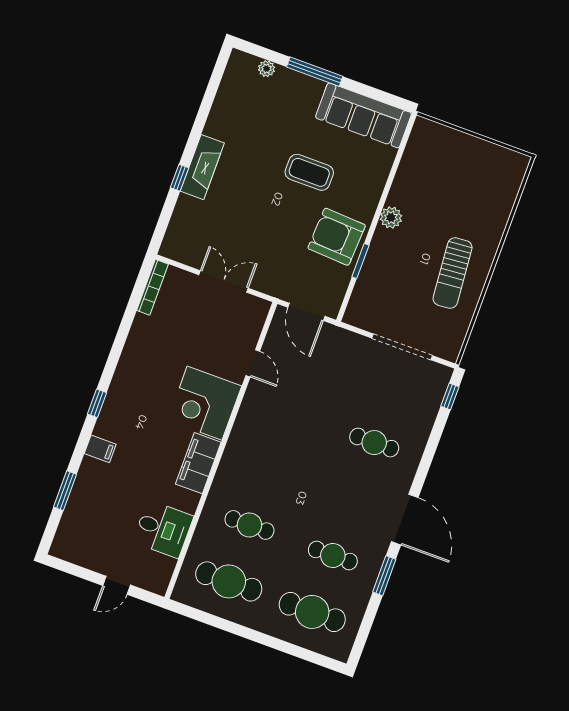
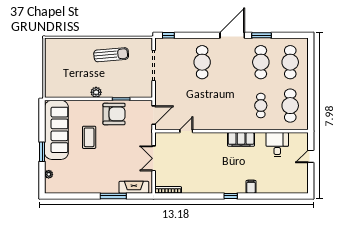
window: (315, 72) -> (42, 152), width x0.69
sofa: (363, 115) -> (56, 130), width x1.36, depth x1.27
fireplace: (202, 167) -> (134, 187), moved
window: (180, 178) -> (113, 196), width x2.17
armchair: (337, 237) -> (114, 114), turned -93
corner desk: (205, 403) -> (213, 147), removed
cafe table: (374, 443) -> (202, 62), width x1.37, depth x1.35
window: (65, 491) -> (276, 196), removed
cafe table: (333, 555) -> (261, 62), width x1.37, depth x1.35
door: (117, 585) -> (311, 156), swing flipped

